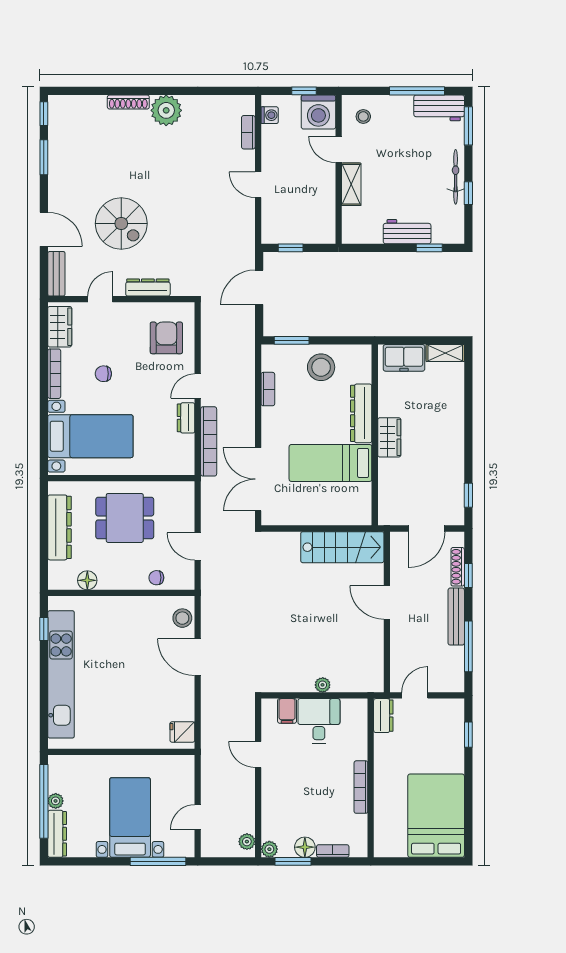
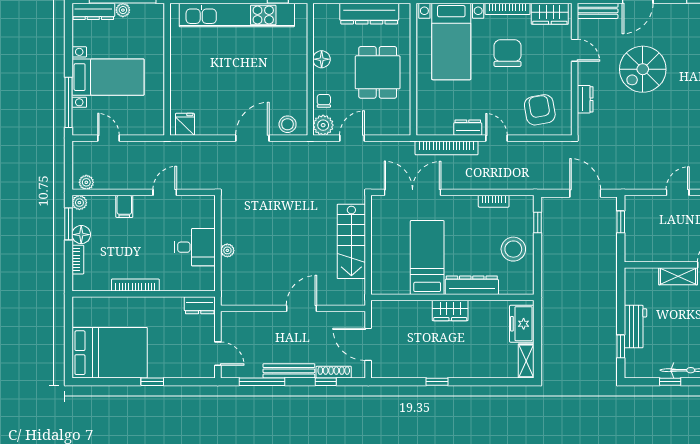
dresser: (148, 287) -> (585, 99), width x0.70
armchair: (166, 338) -> (540, 110), turned -100
window: (292, 340) -> (538, 222), width x0.67
chair: (103, 374) -> (507, 53), width x1.87, depth x1.87
window: (468, 495) -> (437, 382), moved
stairs: (342, 547) -> (351, 241), moved
plant: (183, 579) -> (323, 125), added
floor lamp: (87, 580) -> (322, 59), moved
door: (415, 695) -> (218, 354), moved
filing cabinet: (287, 711) -> (124, 206), moved, turned -90
window: (468, 735) -> (152, 382), moved

